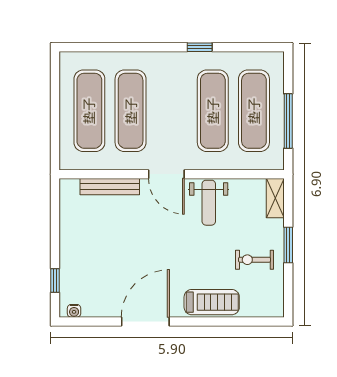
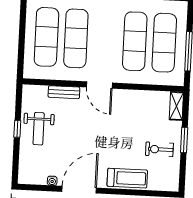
bench: (110, 187) -> (64, 92), width x0.73
weight bench: (209, 203) -> (39, 129), moved
window: (55, 281) -> (17, 129), moved
water cooler: (74, 311) -> (52, 181), moved

